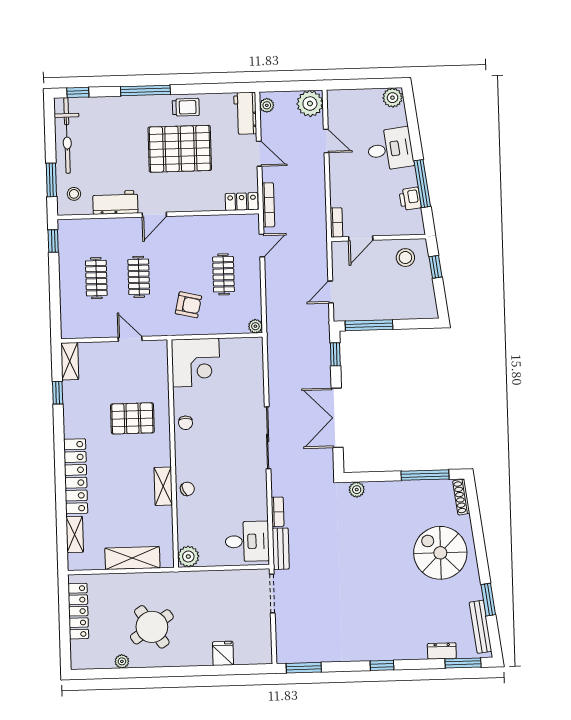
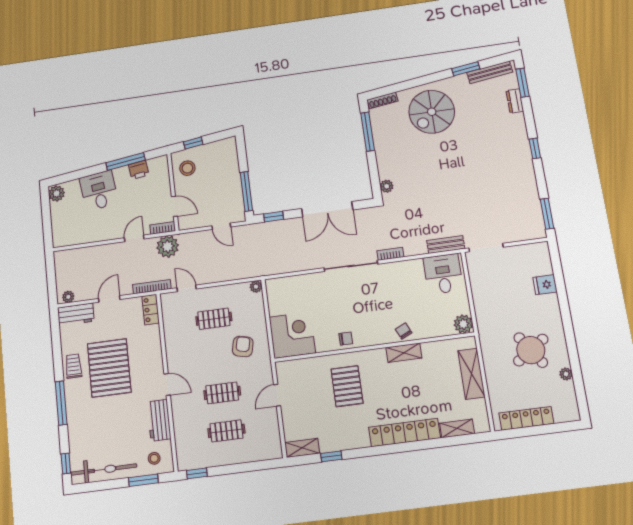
plant: (310, 104) -> (168, 246), moved
door: (326, 141) -> (134, 238), moved
bookcase: (278, 512) -> (390, 254), moved

